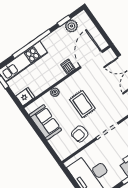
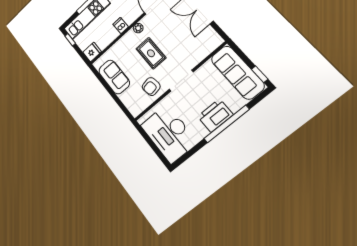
dishwasher: (68, 67) -> (121, 26), moved
plant: (55, 92) -> (138, 28), moved

